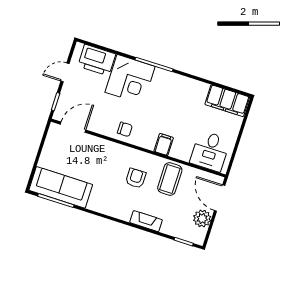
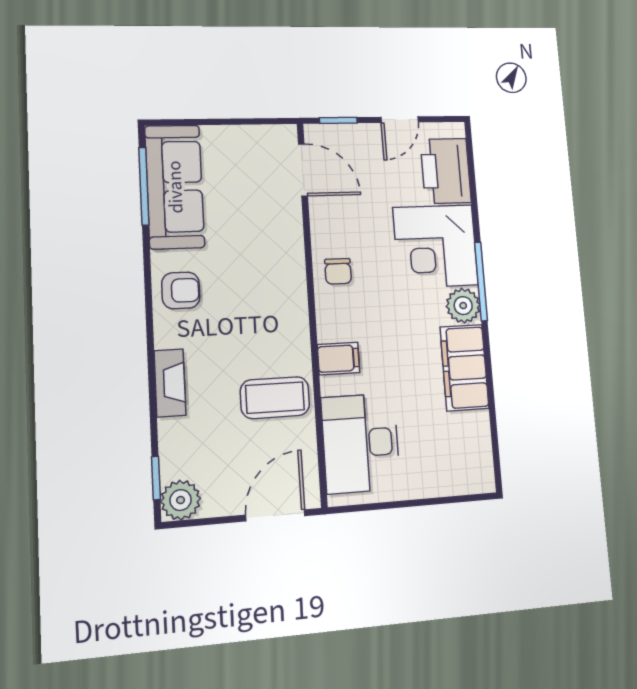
door: (65, 72) -> (400, 120), swing flipped
plant: (162, 78) -> (463, 306), added
filing cabinet: (227, 101) -> (464, 368), moved
desk: (210, 151) -> (361, 443), width x1.37
armchair: (136, 178) -> (181, 290), moved
plant: (202, 218) -> (181, 500), moved

